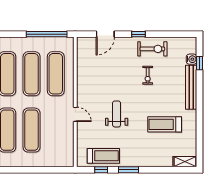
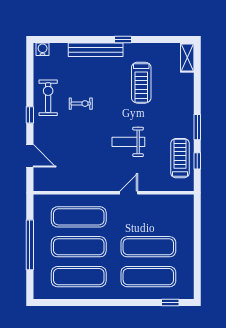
window: (47, 34) -> (30, 245), moved
water cooler: (192, 59) -> (43, 49), moved
window: (200, 63) -> (123, 40), moved

